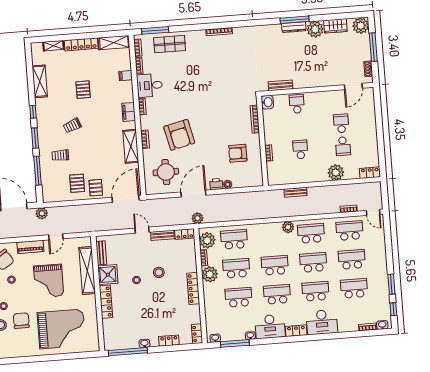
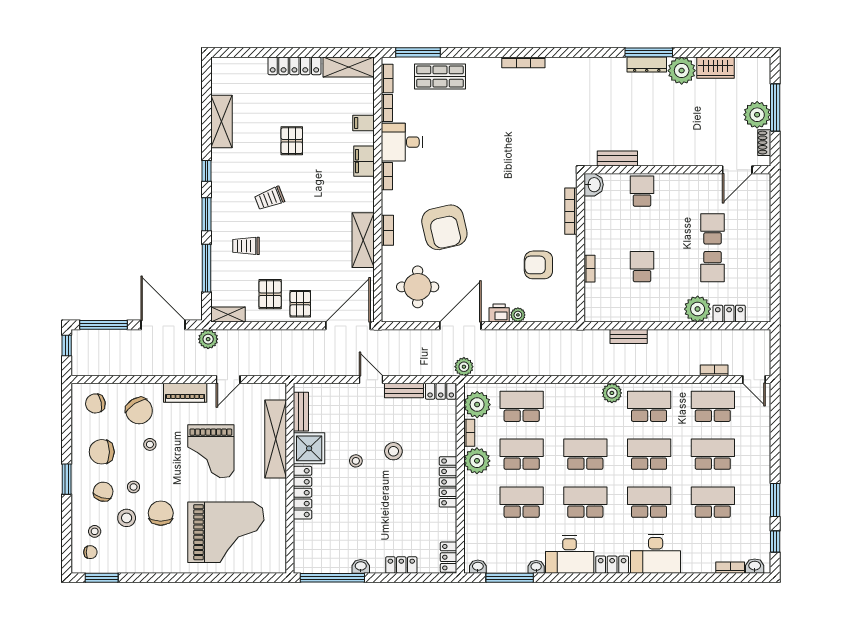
plant: (361, 26) -> (757, 115), moved
shelving: (54, 46) -> (228, 315), moved
filing cabinet: (129, 112) -> (364, 161), moved
locker: (370, 173) -> (729, 314), moved

